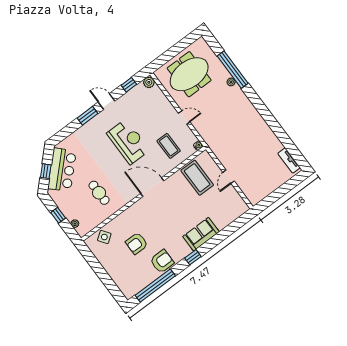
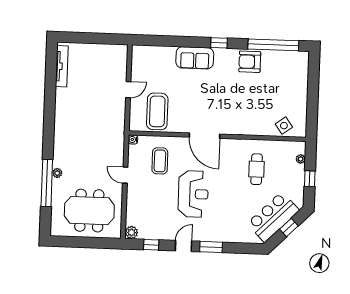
door: (107, 101) -> (183, 246), swing flipped
reception desk: (128, 142) -> (193, 194), turned 180
tv unit: (289, 160) -> (62, 66), width x1.41
armchair: (137, 243) -> (260, 96), removed

